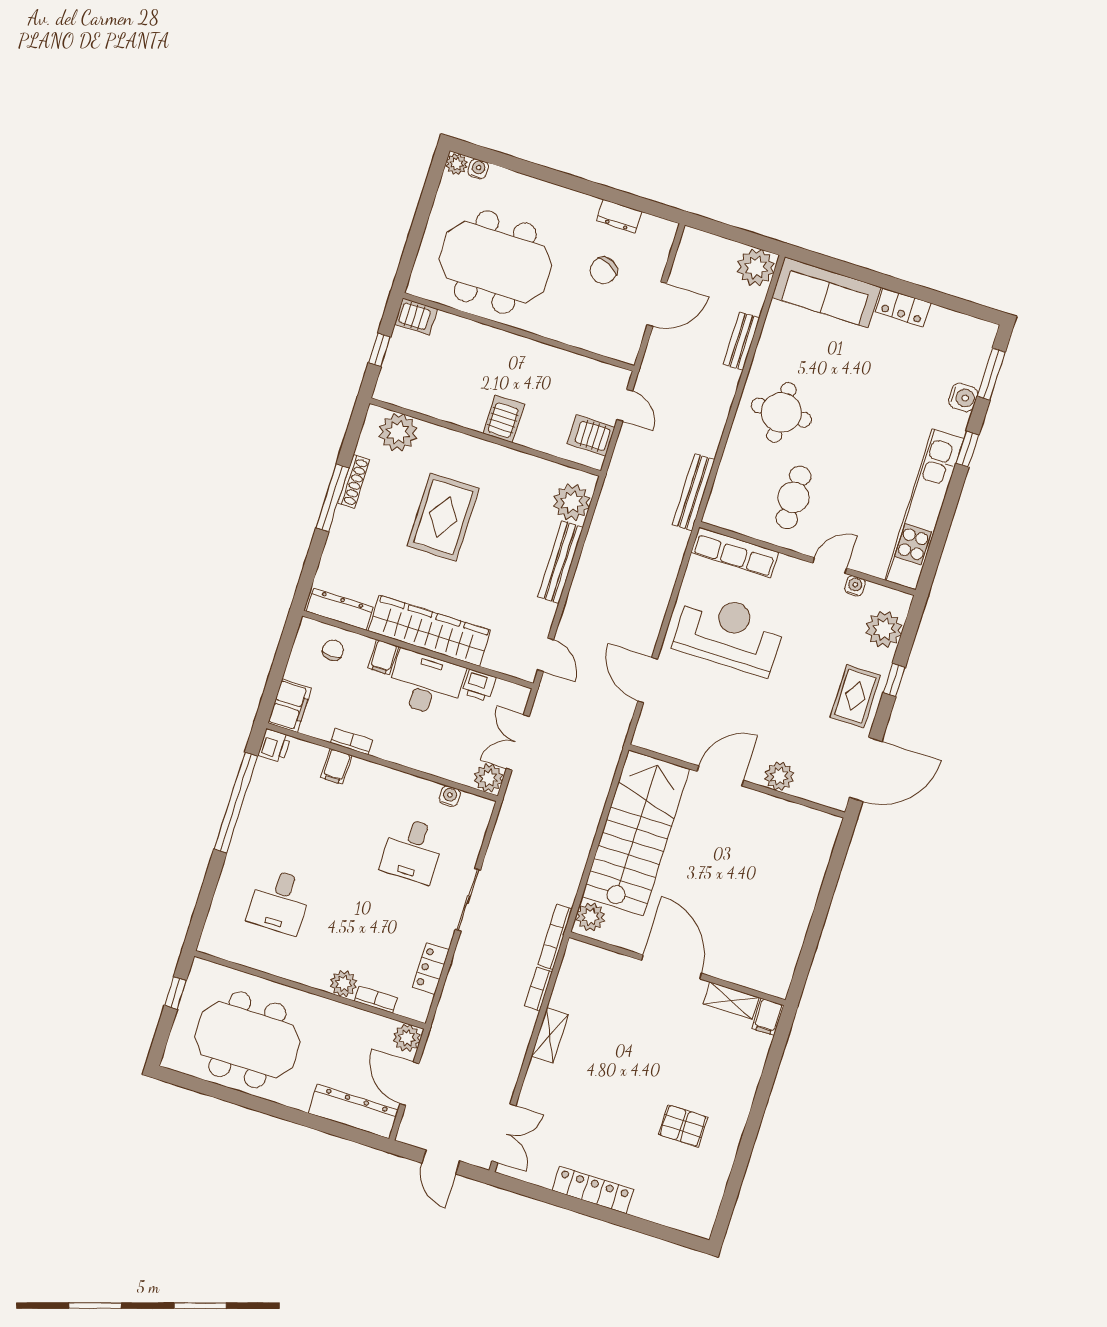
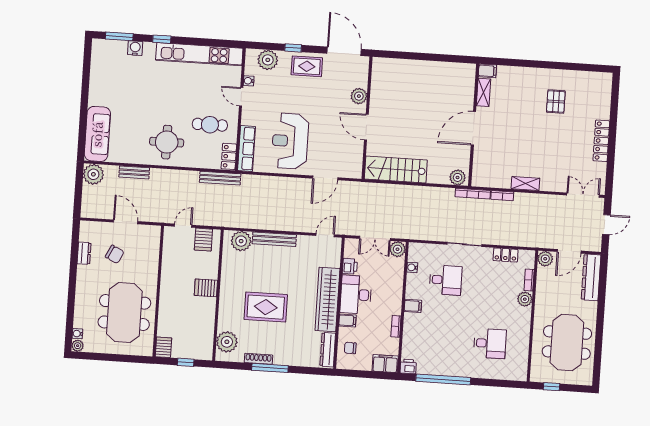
locker: (903, 308) -> (229, 156), moved, turned 180
filing cabinet: (336, 766) -> (413, 306), moved
stairs: (636, 833) -> (396, 170), width x0.73, depth x0.66

